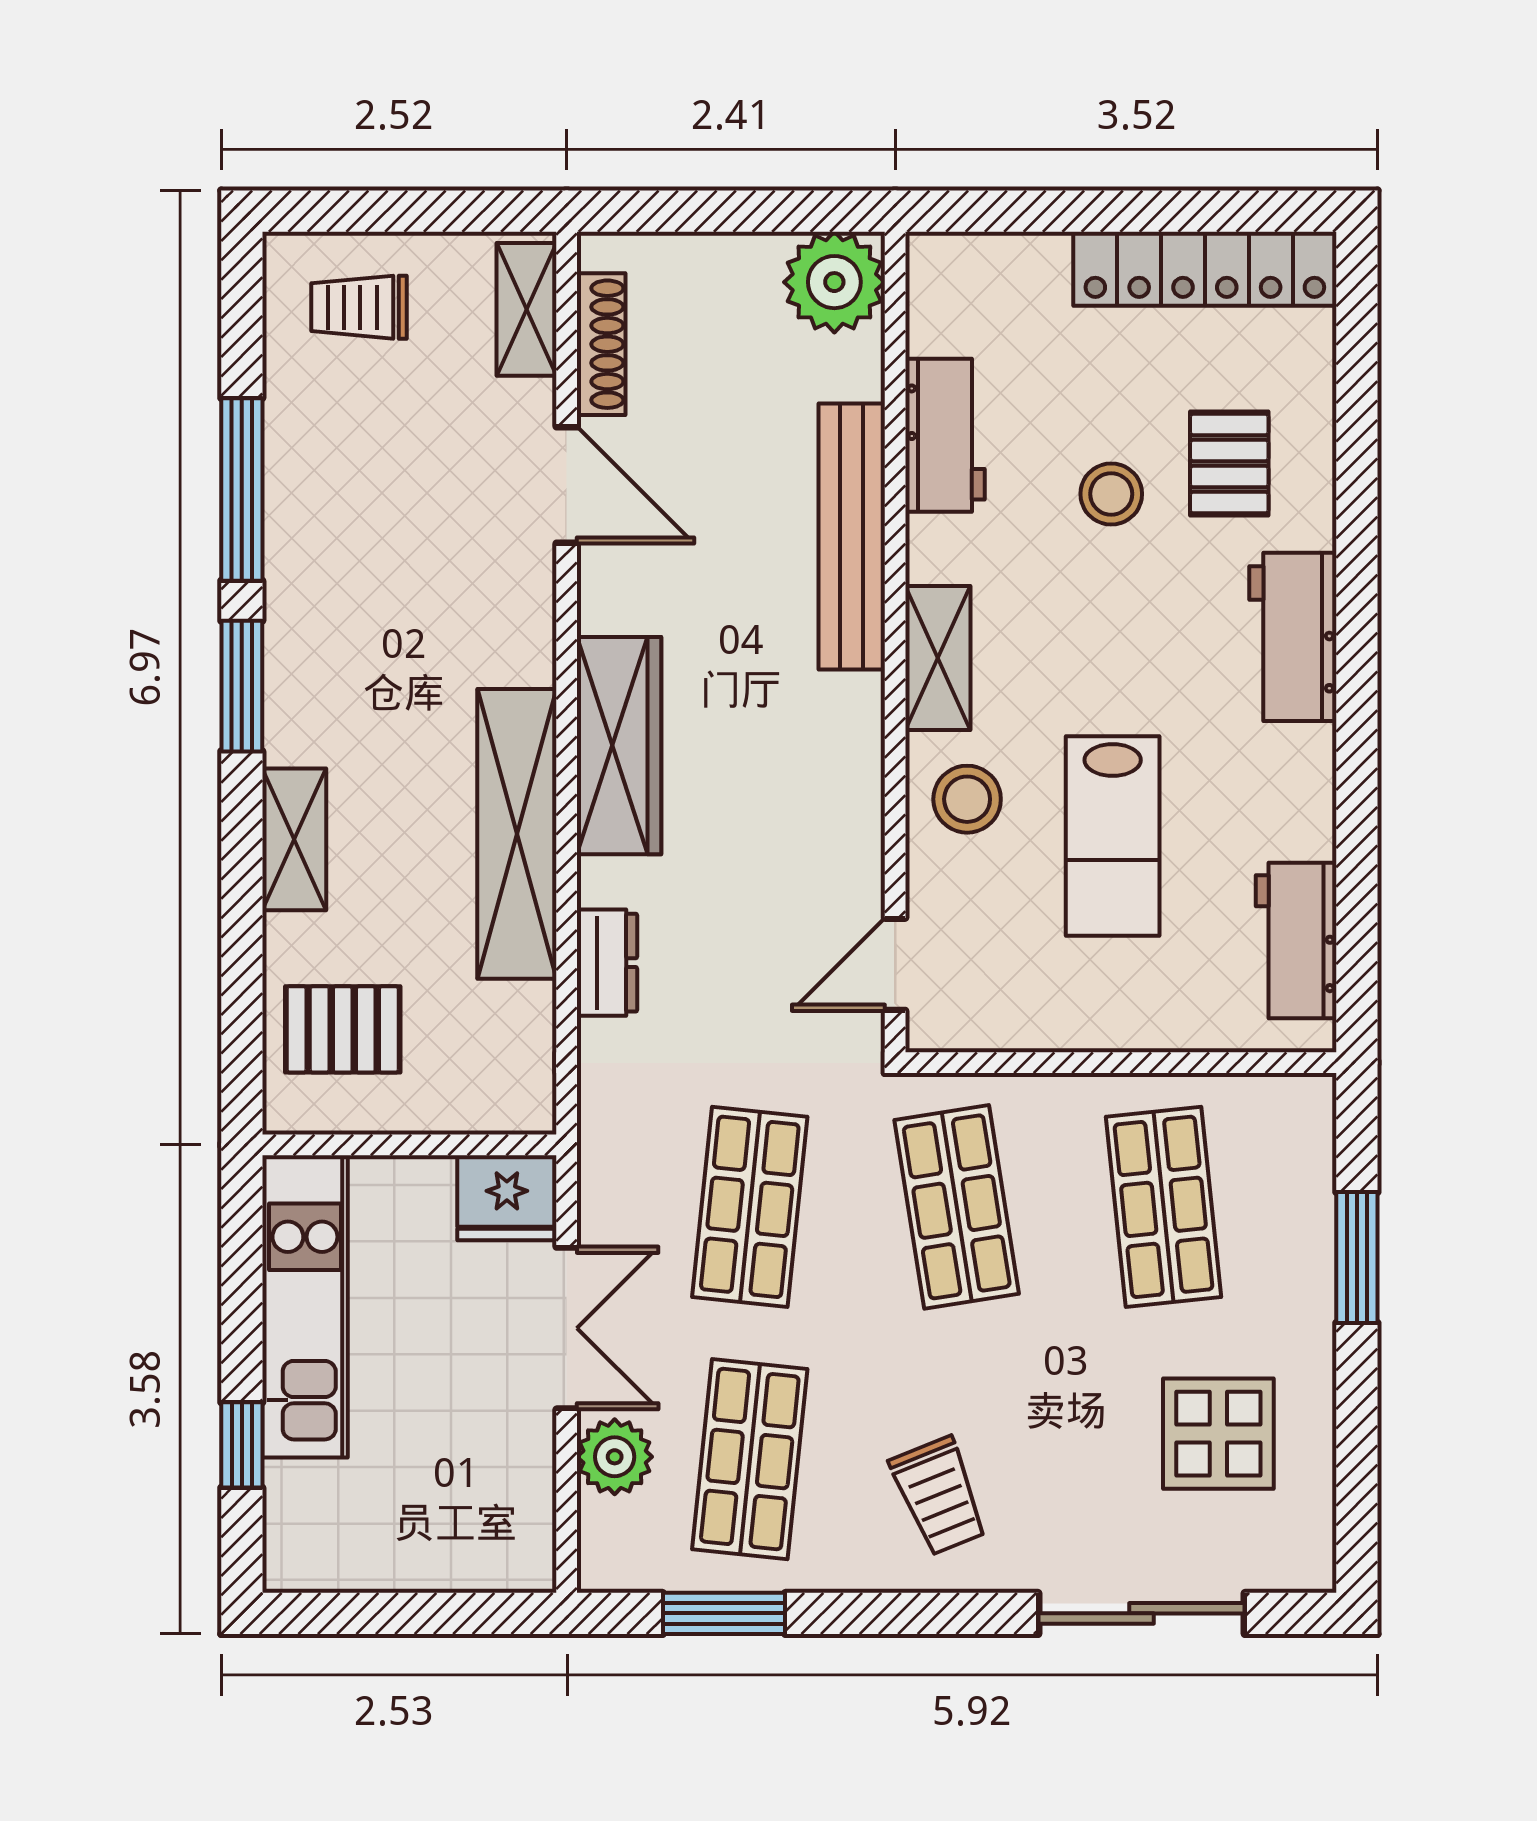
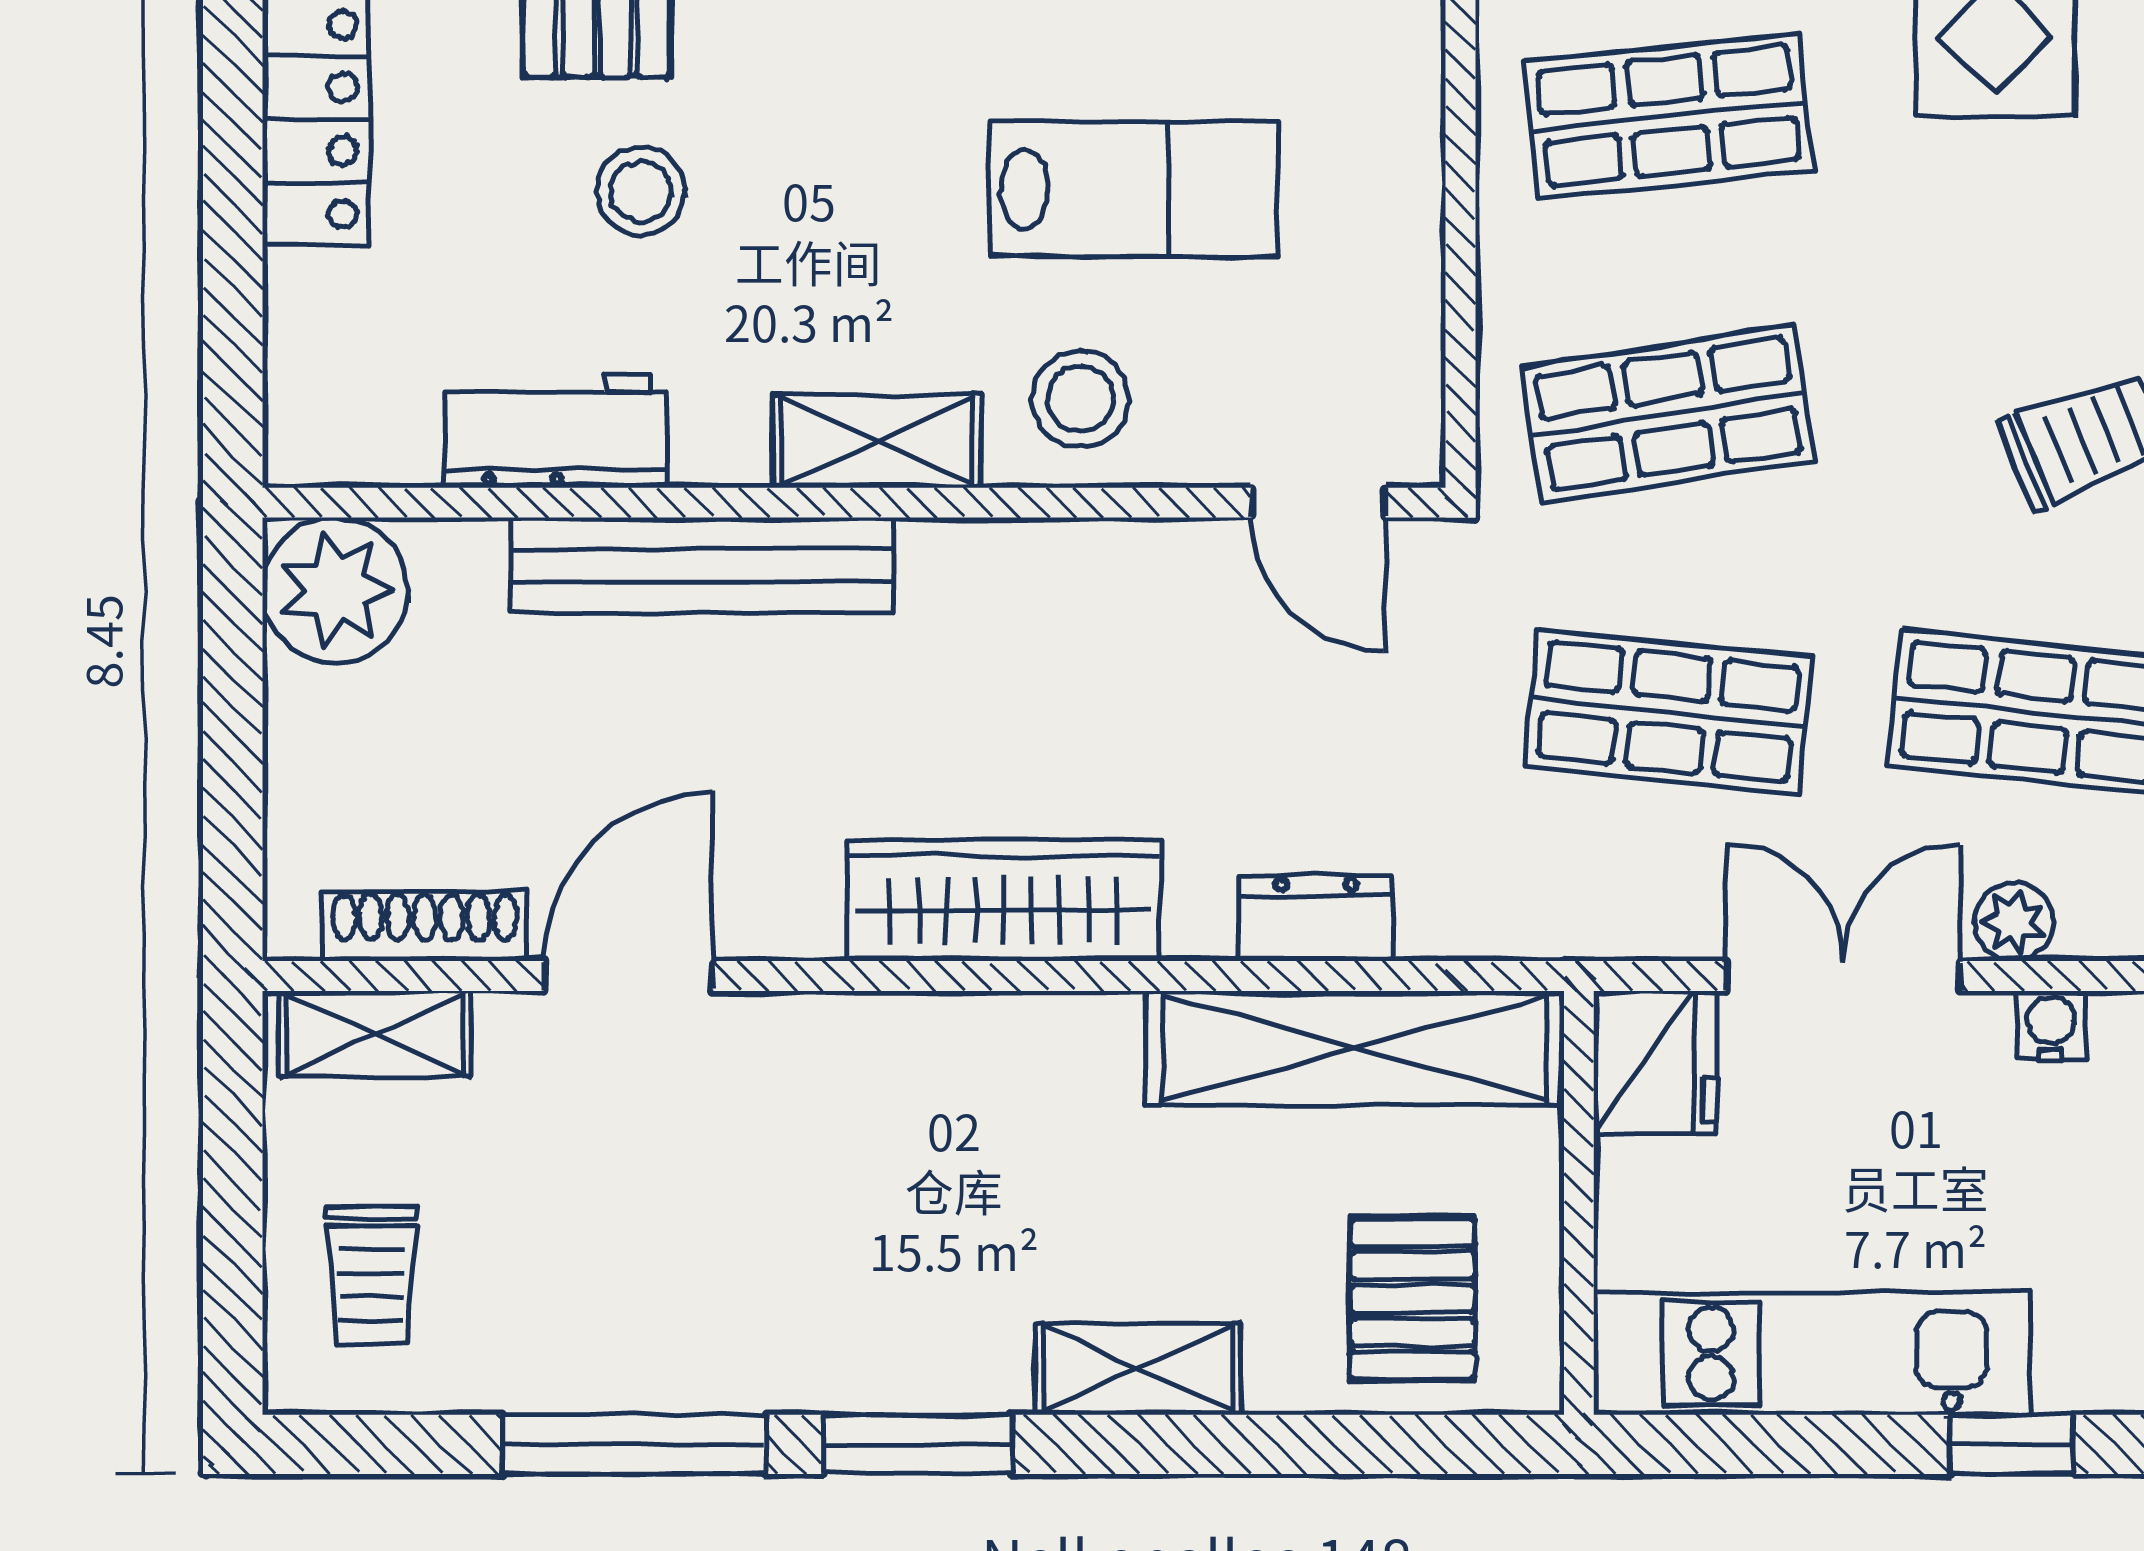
shelving: (517, 834) -> (1355, 1048), moved
plant: (615, 1457) -> (2014, 922), width x0.73, depth x0.73
water cooler: (532, 1472) -> (2051, 1026), added

